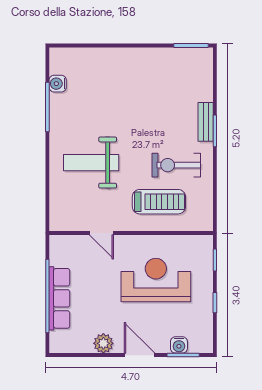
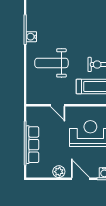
water cooler: (58, 84) -> (31, 37), moved

